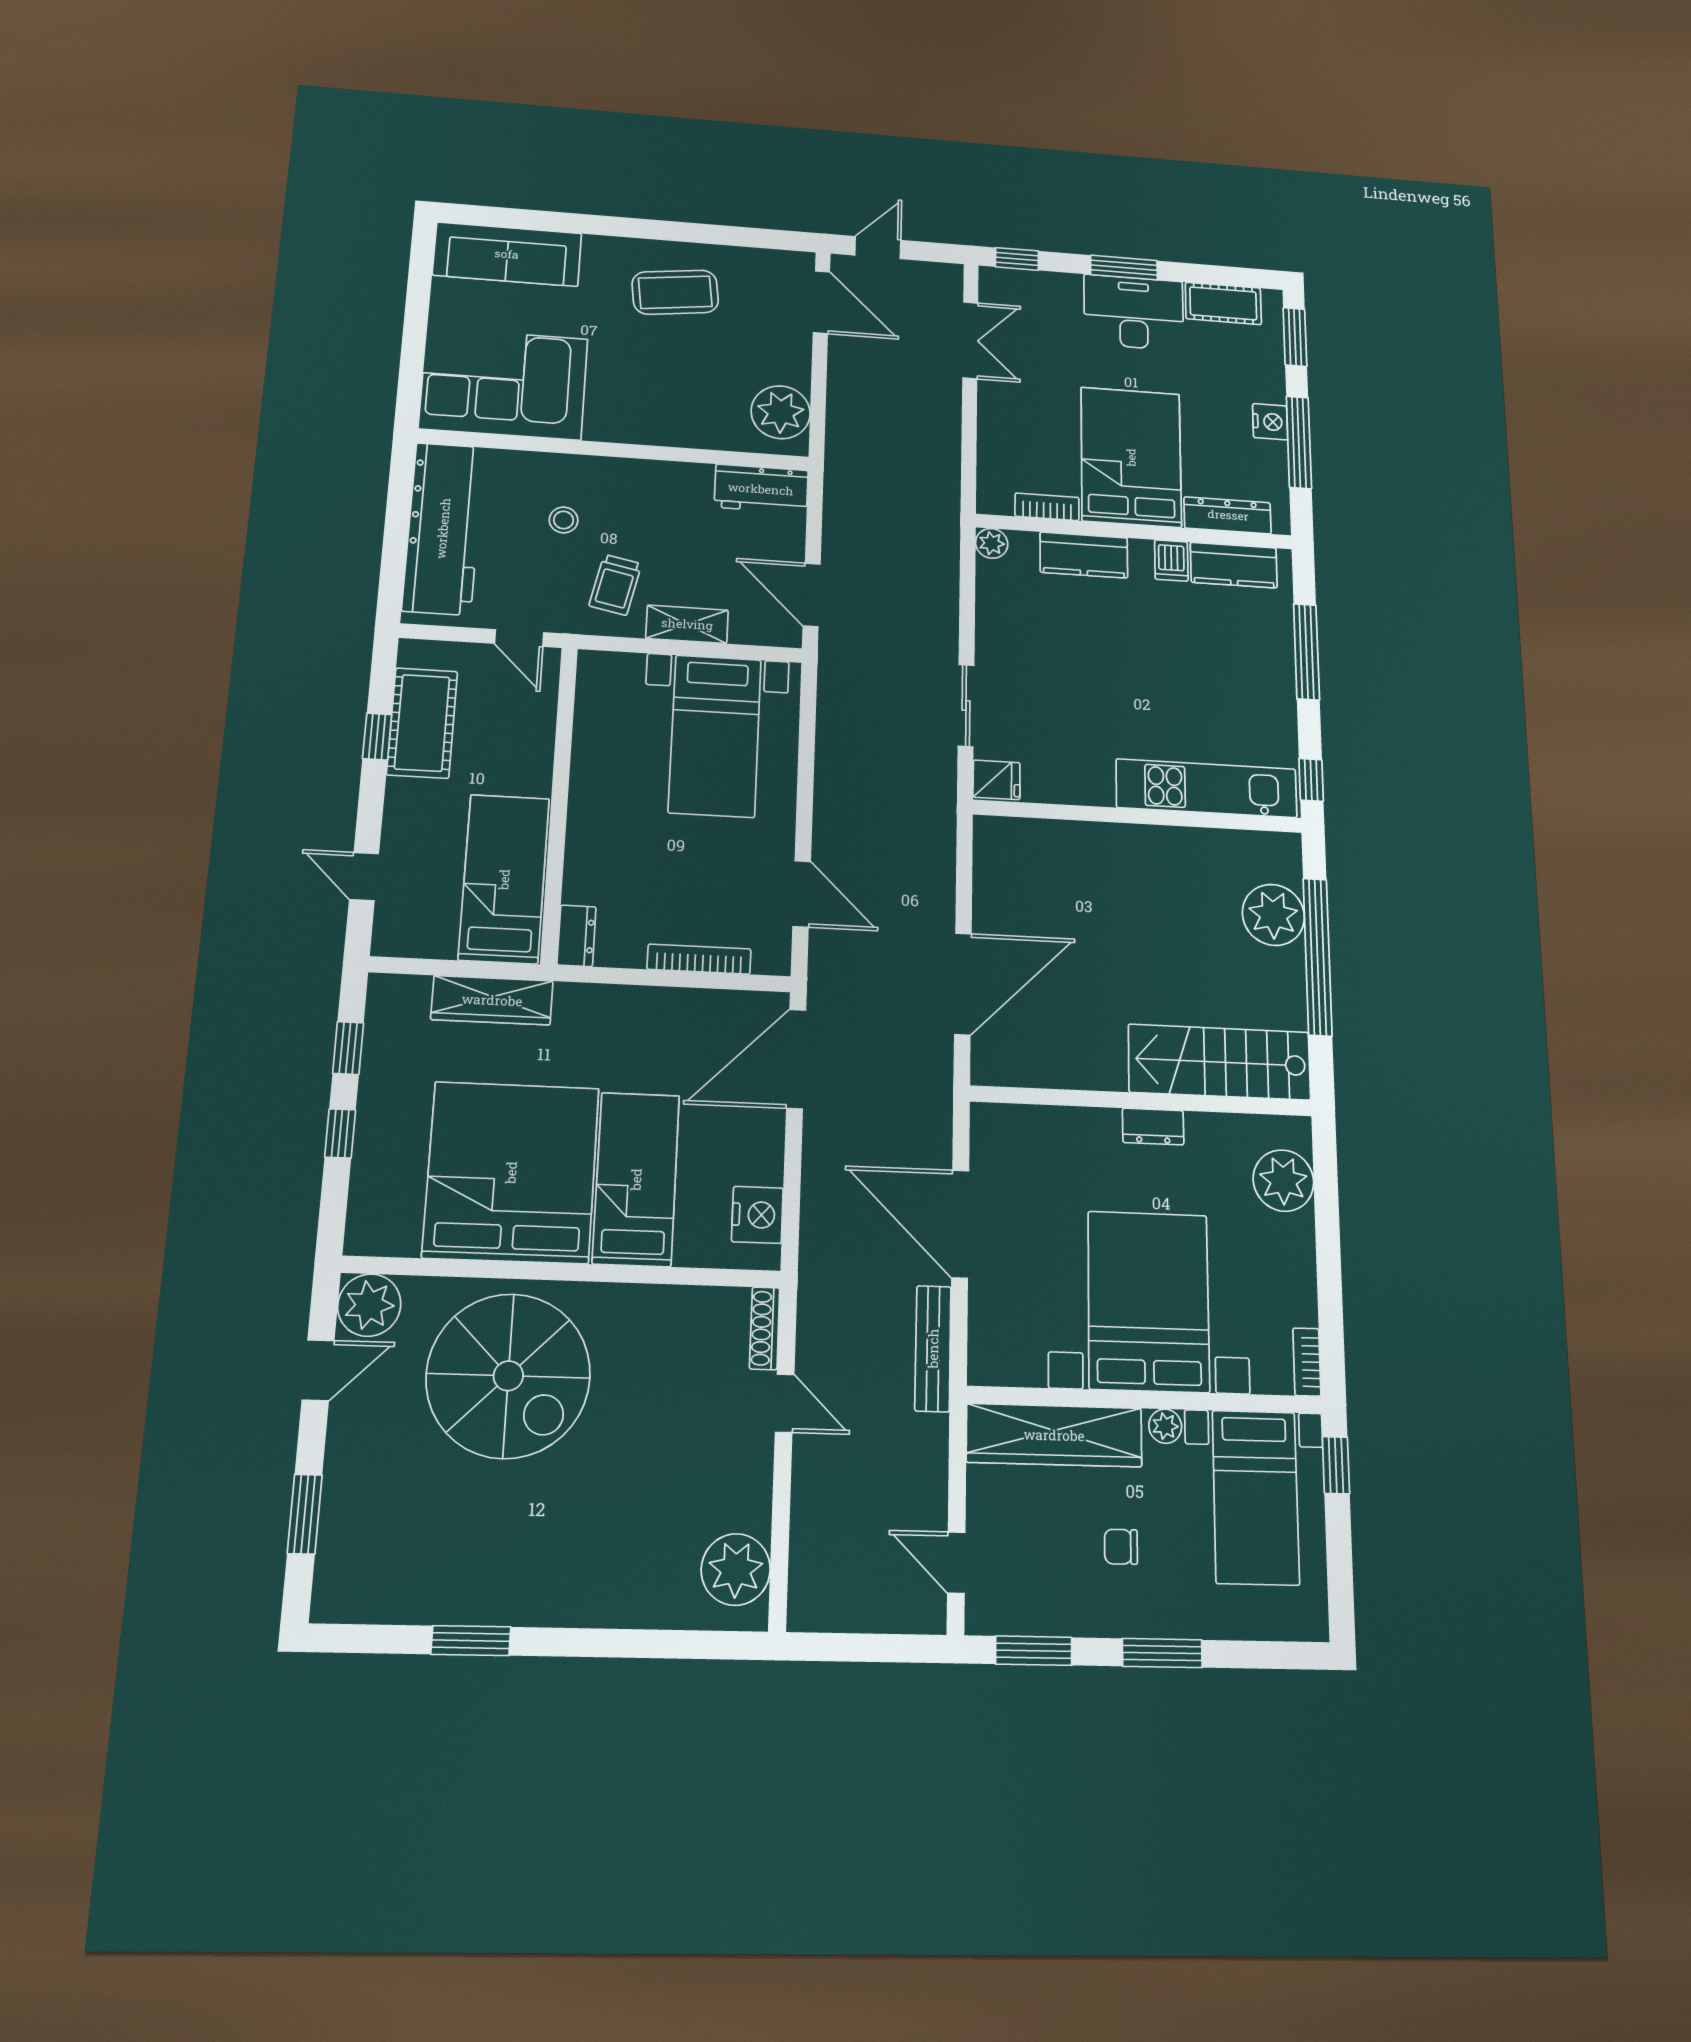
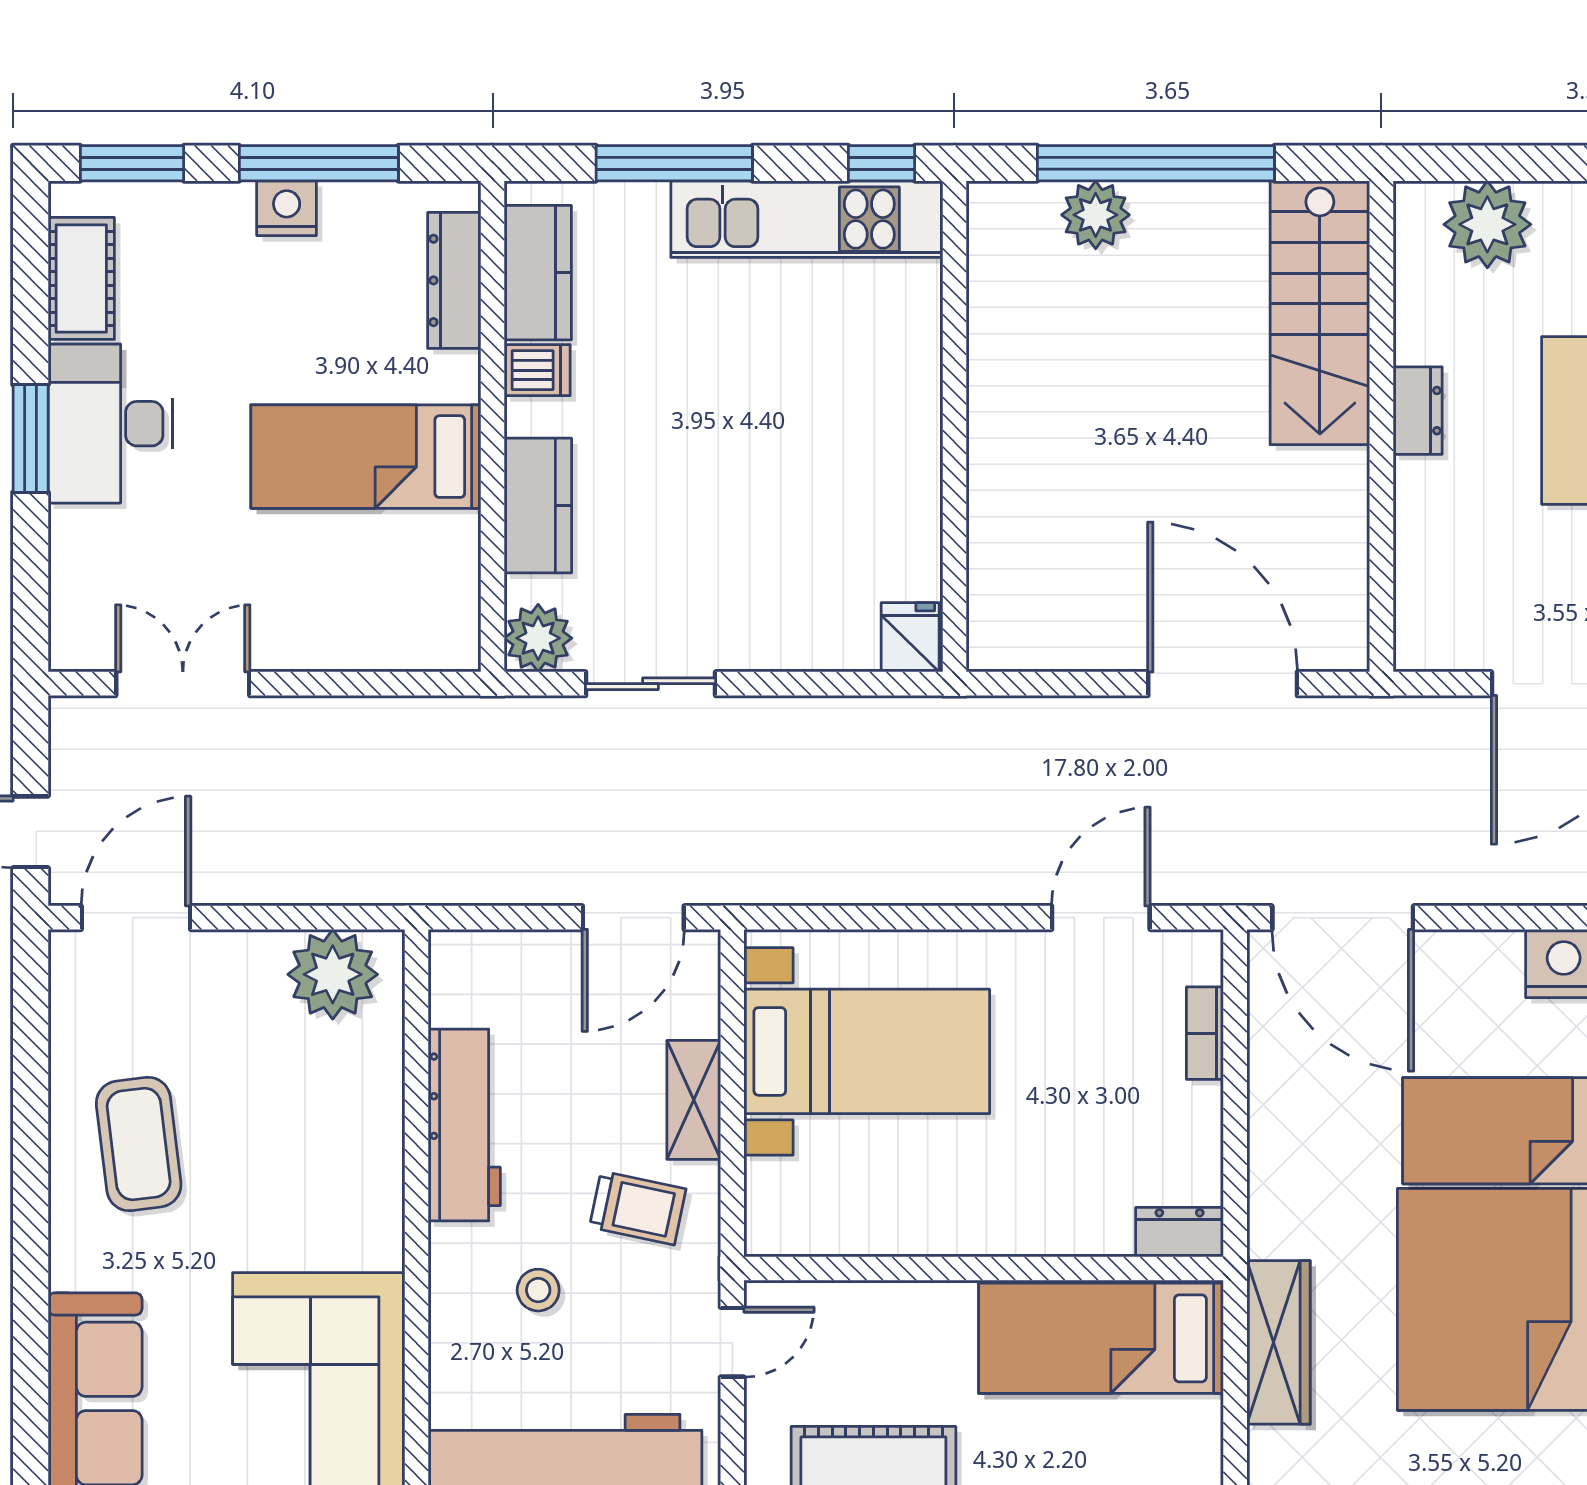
window: (1017, 259) -> (31, 611), removed
bed: (1131, 457) -> (366, 457), width x0.67
workbench: (761, 489) -> (464, 1125), moved, width x1.38
bookcase: (1047, 507) -> (461, 562), removed
plant: (992, 543) -> (538, 638), width x1.38, depth x1.38
sliding door: (966, 706) -> (651, 684), moved
kitchen unit: (1207, 788) -> (807, 219), moved, turned -90
plant: (1273, 915) -> (1096, 215), width x0.73, depth x0.73
bookcase: (699, 959) -> (1205, 1033), width x0.64

